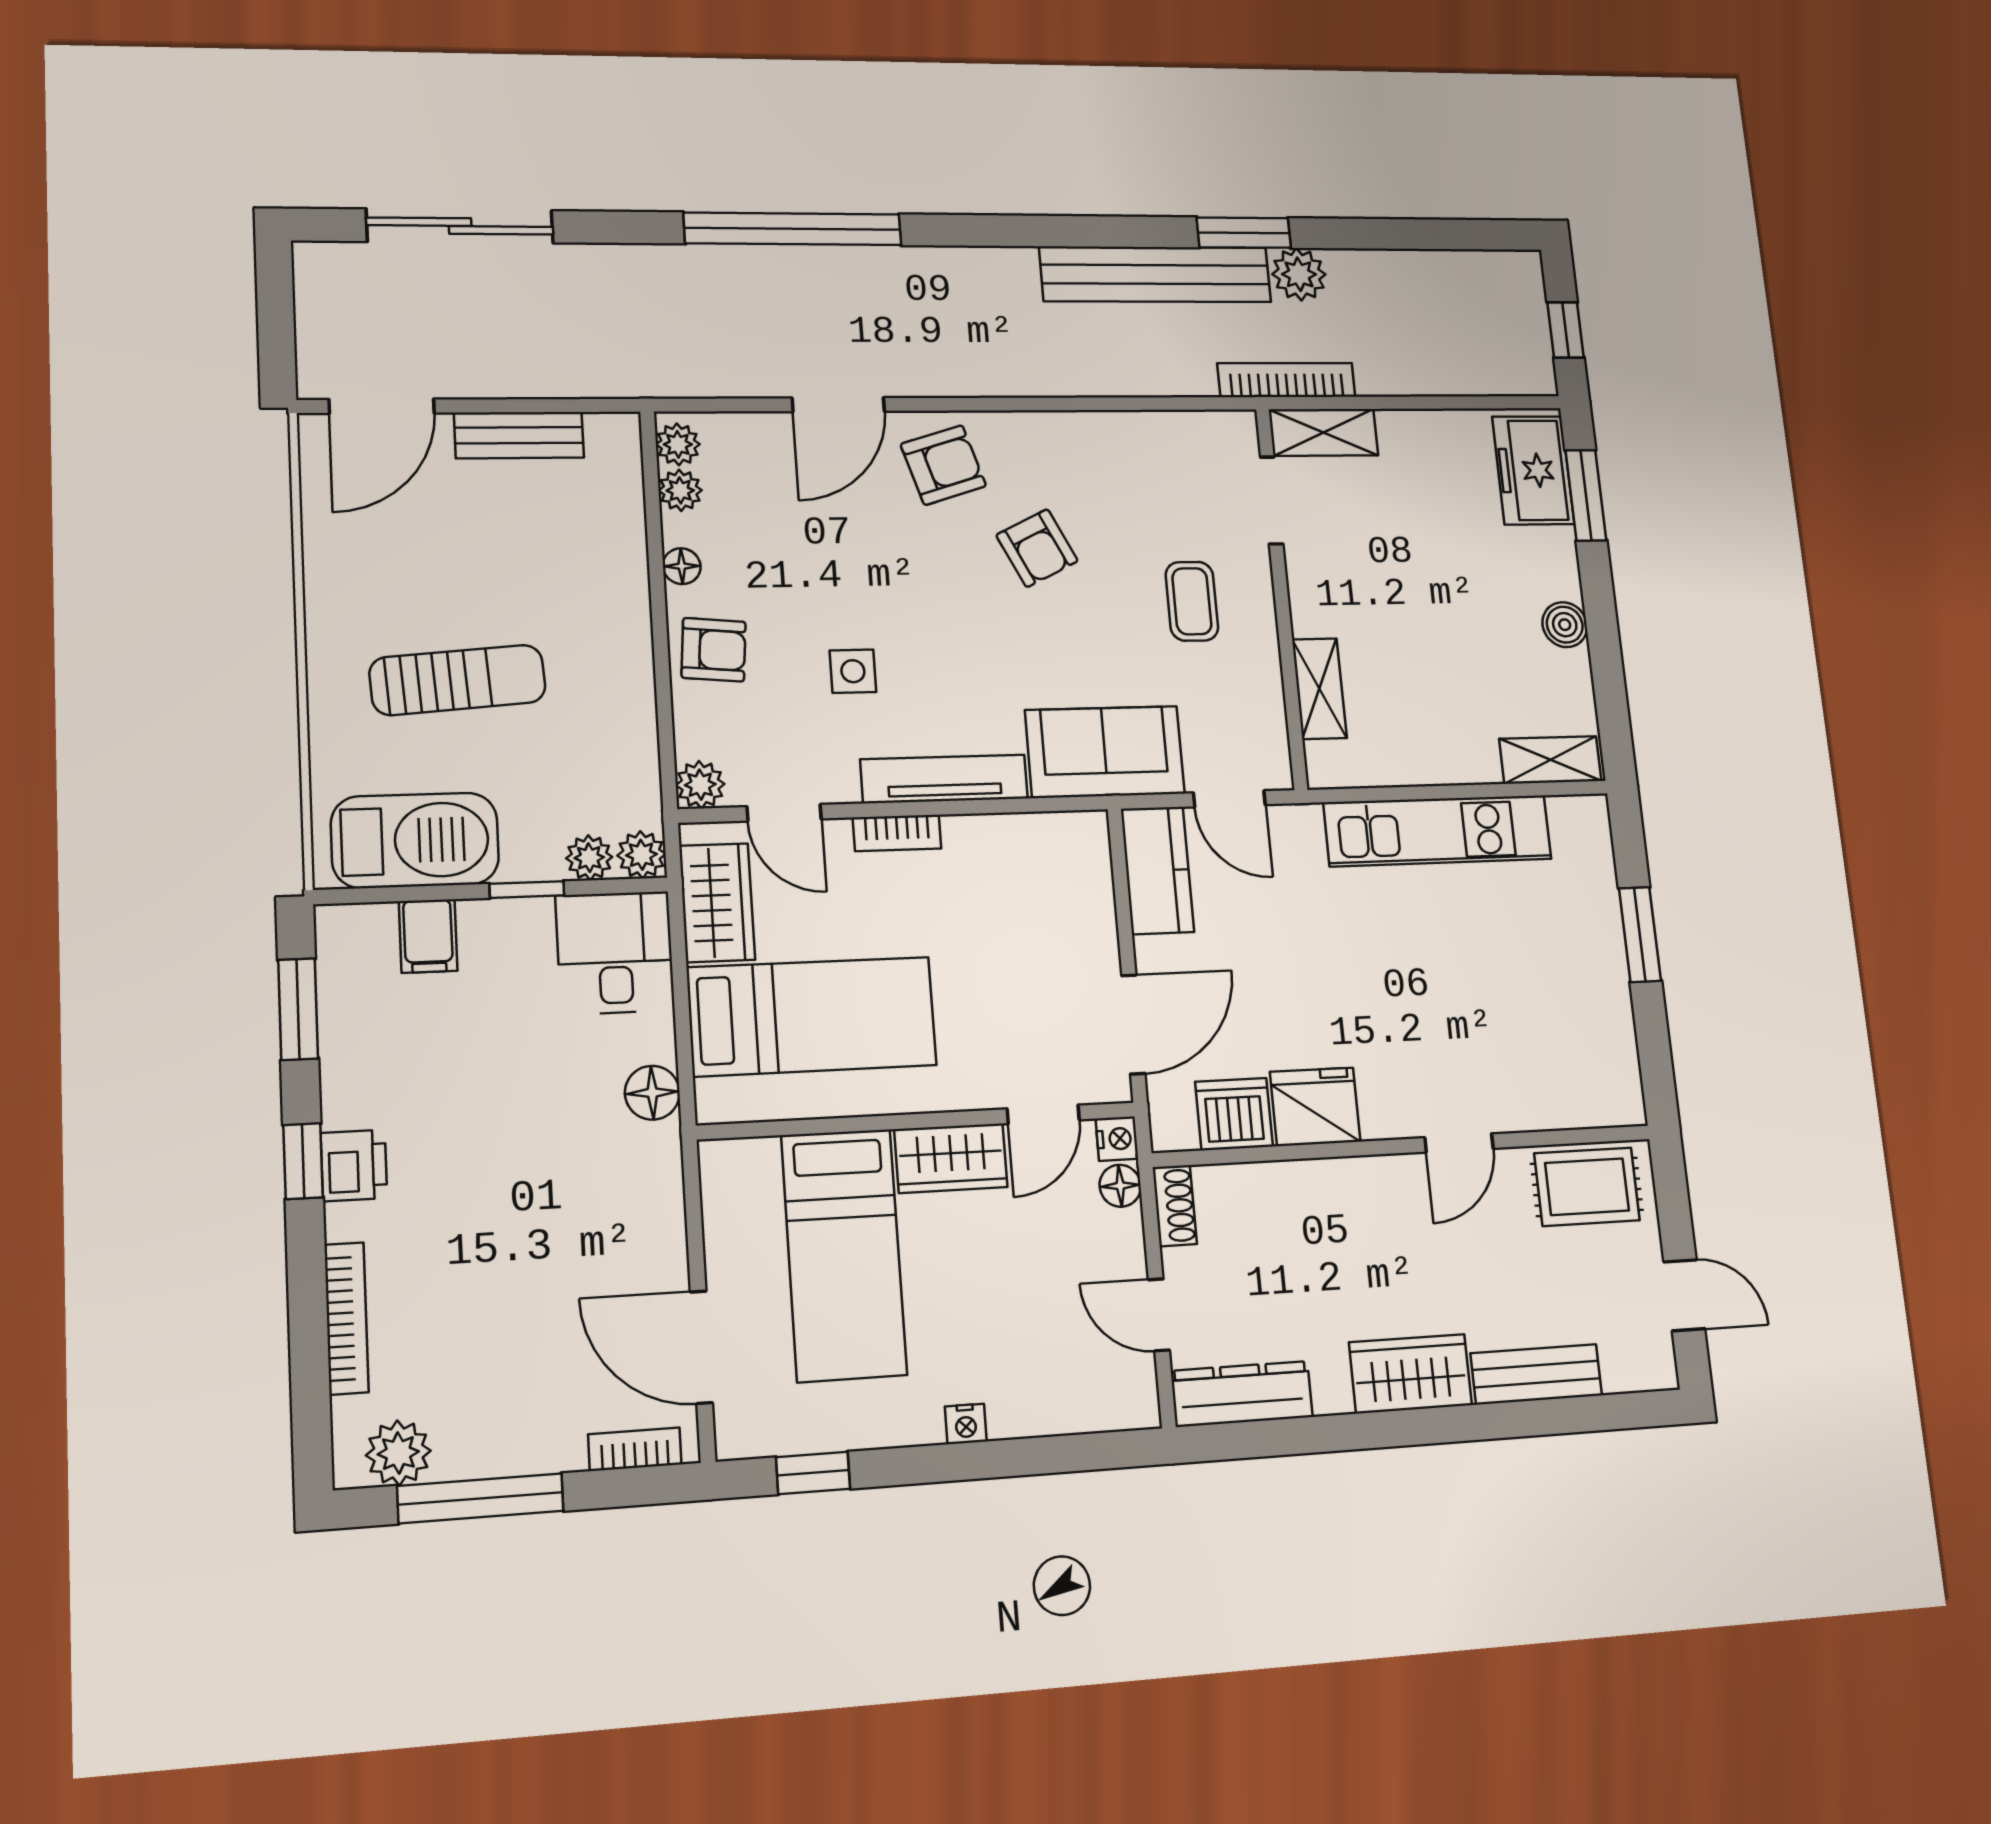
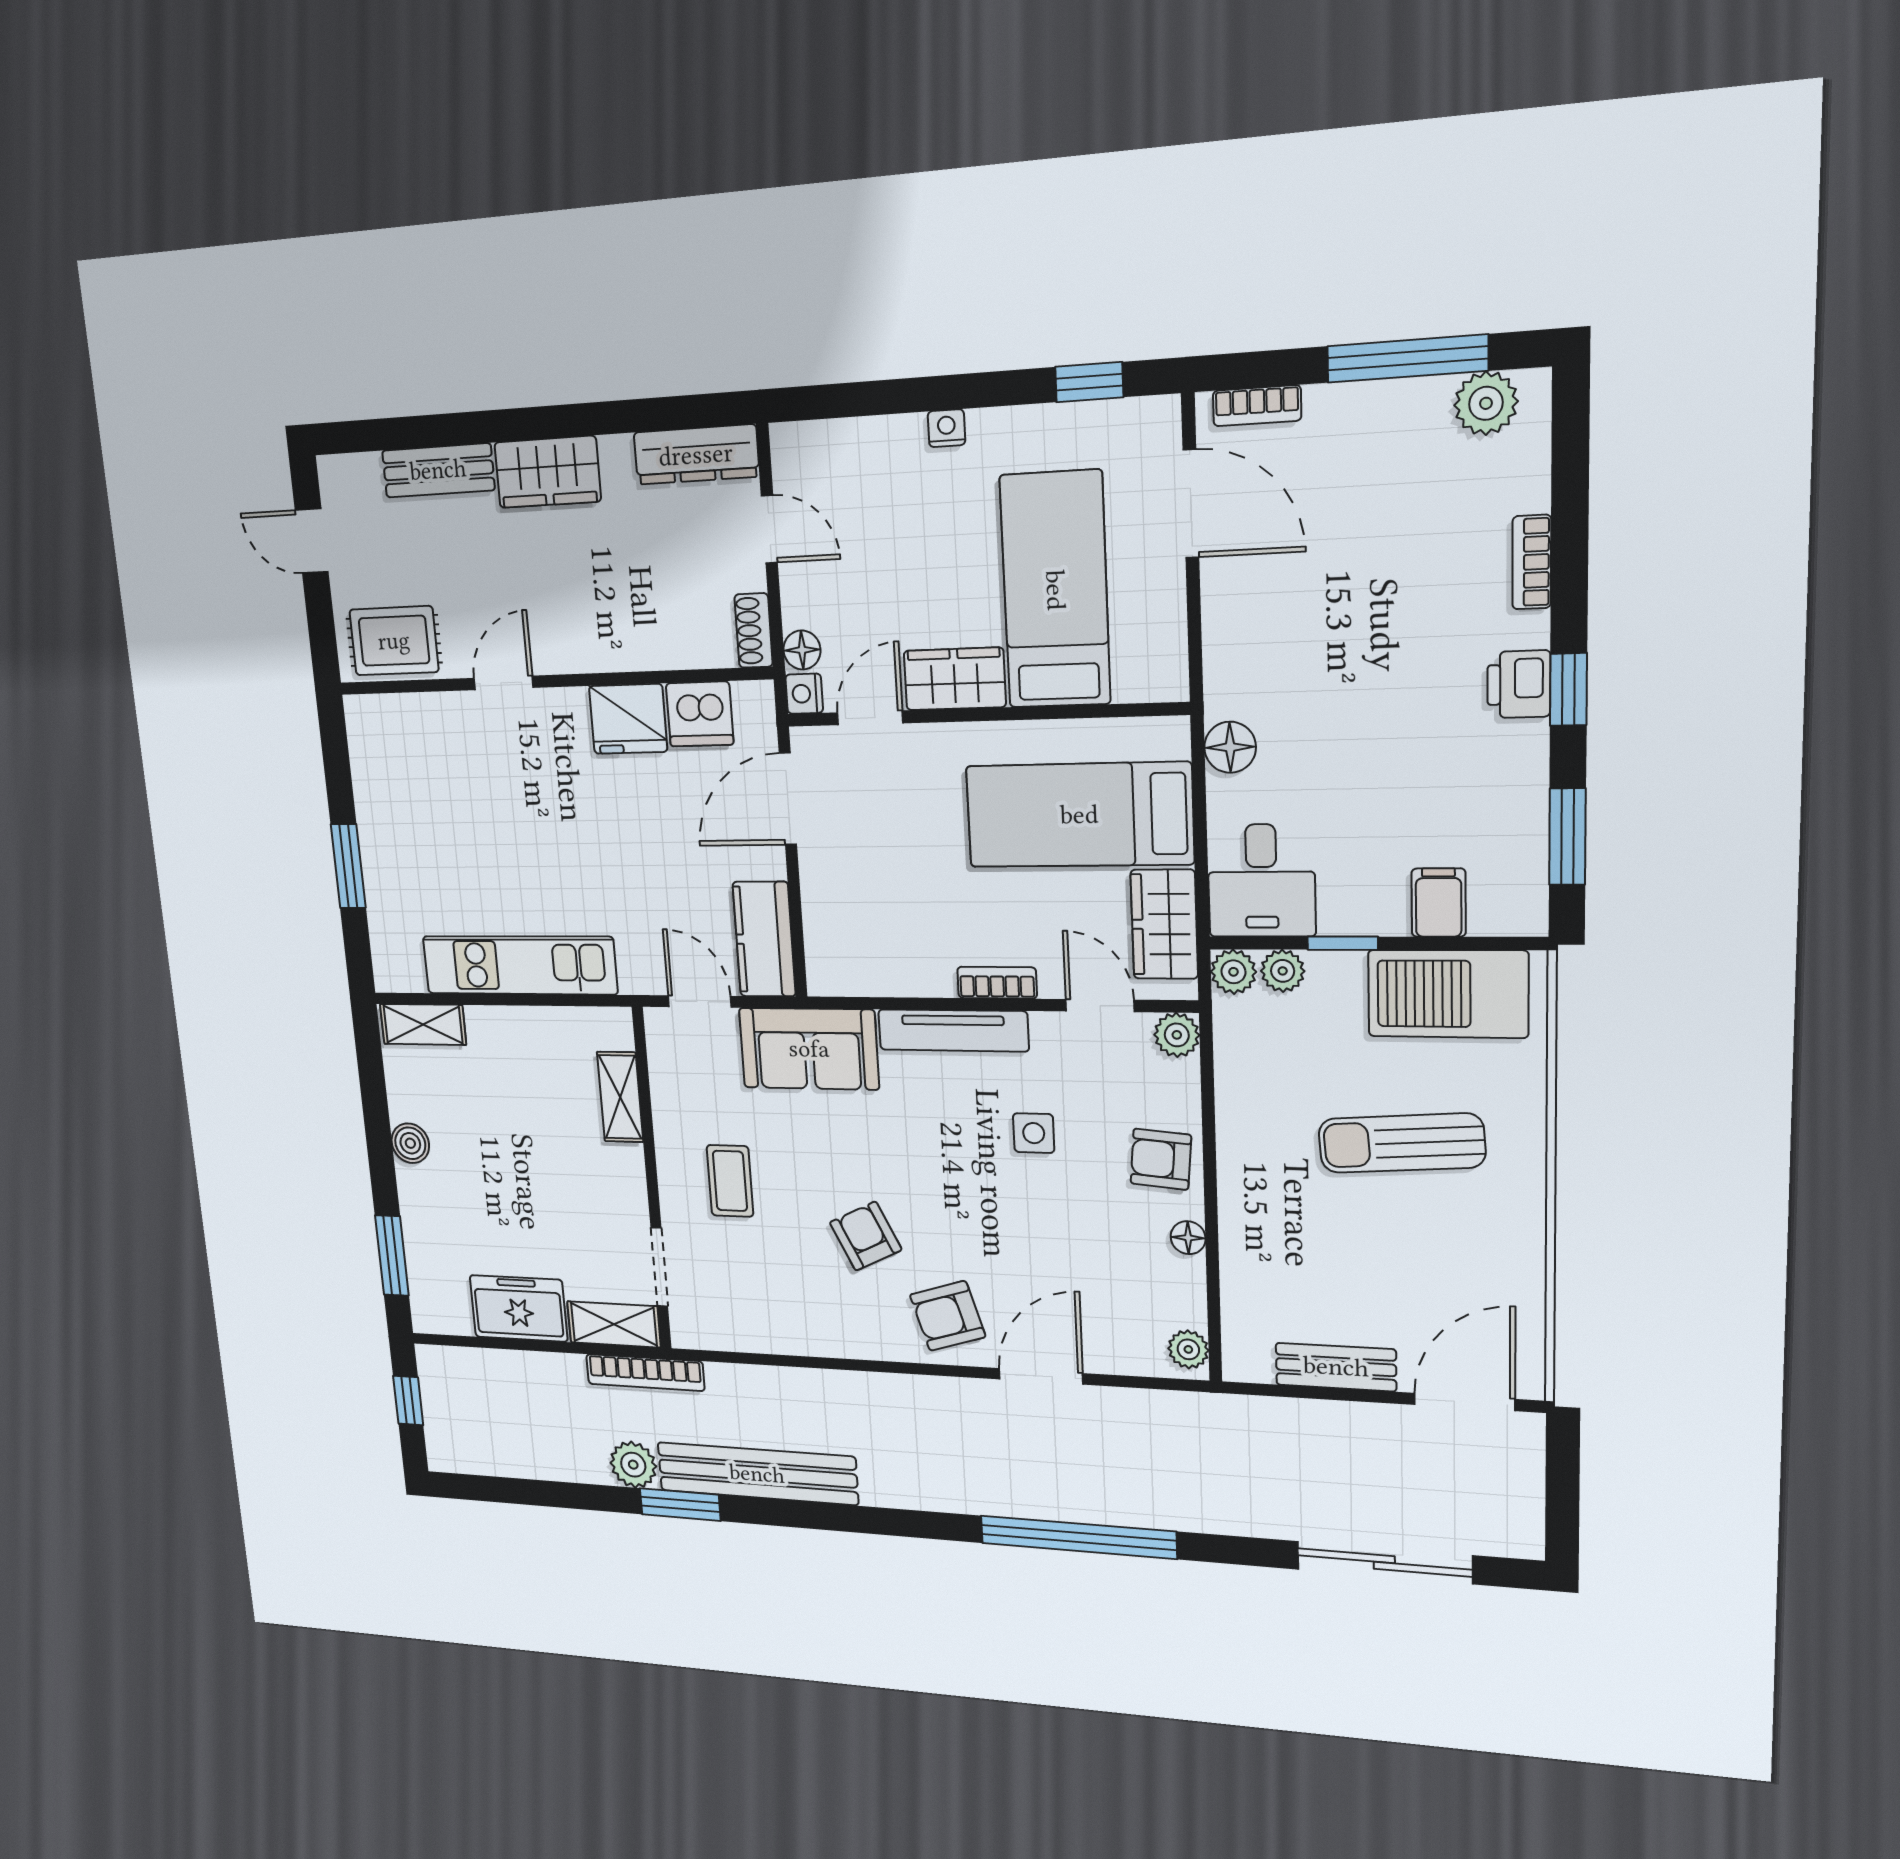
freezer: (1533, 470) -> (519, 1308), moved, turned -90
plant: (680, 490) -> (1187, 1307), removed
bookcase: (347, 1318) -> (1532, 562), width x0.64

